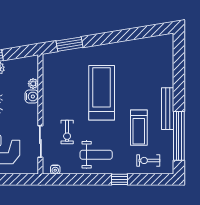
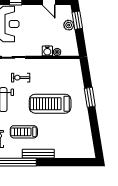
window: (69, 44) -> (90, 97), moved
treadmill: (102, 93) -> (50, 104), turned 180

